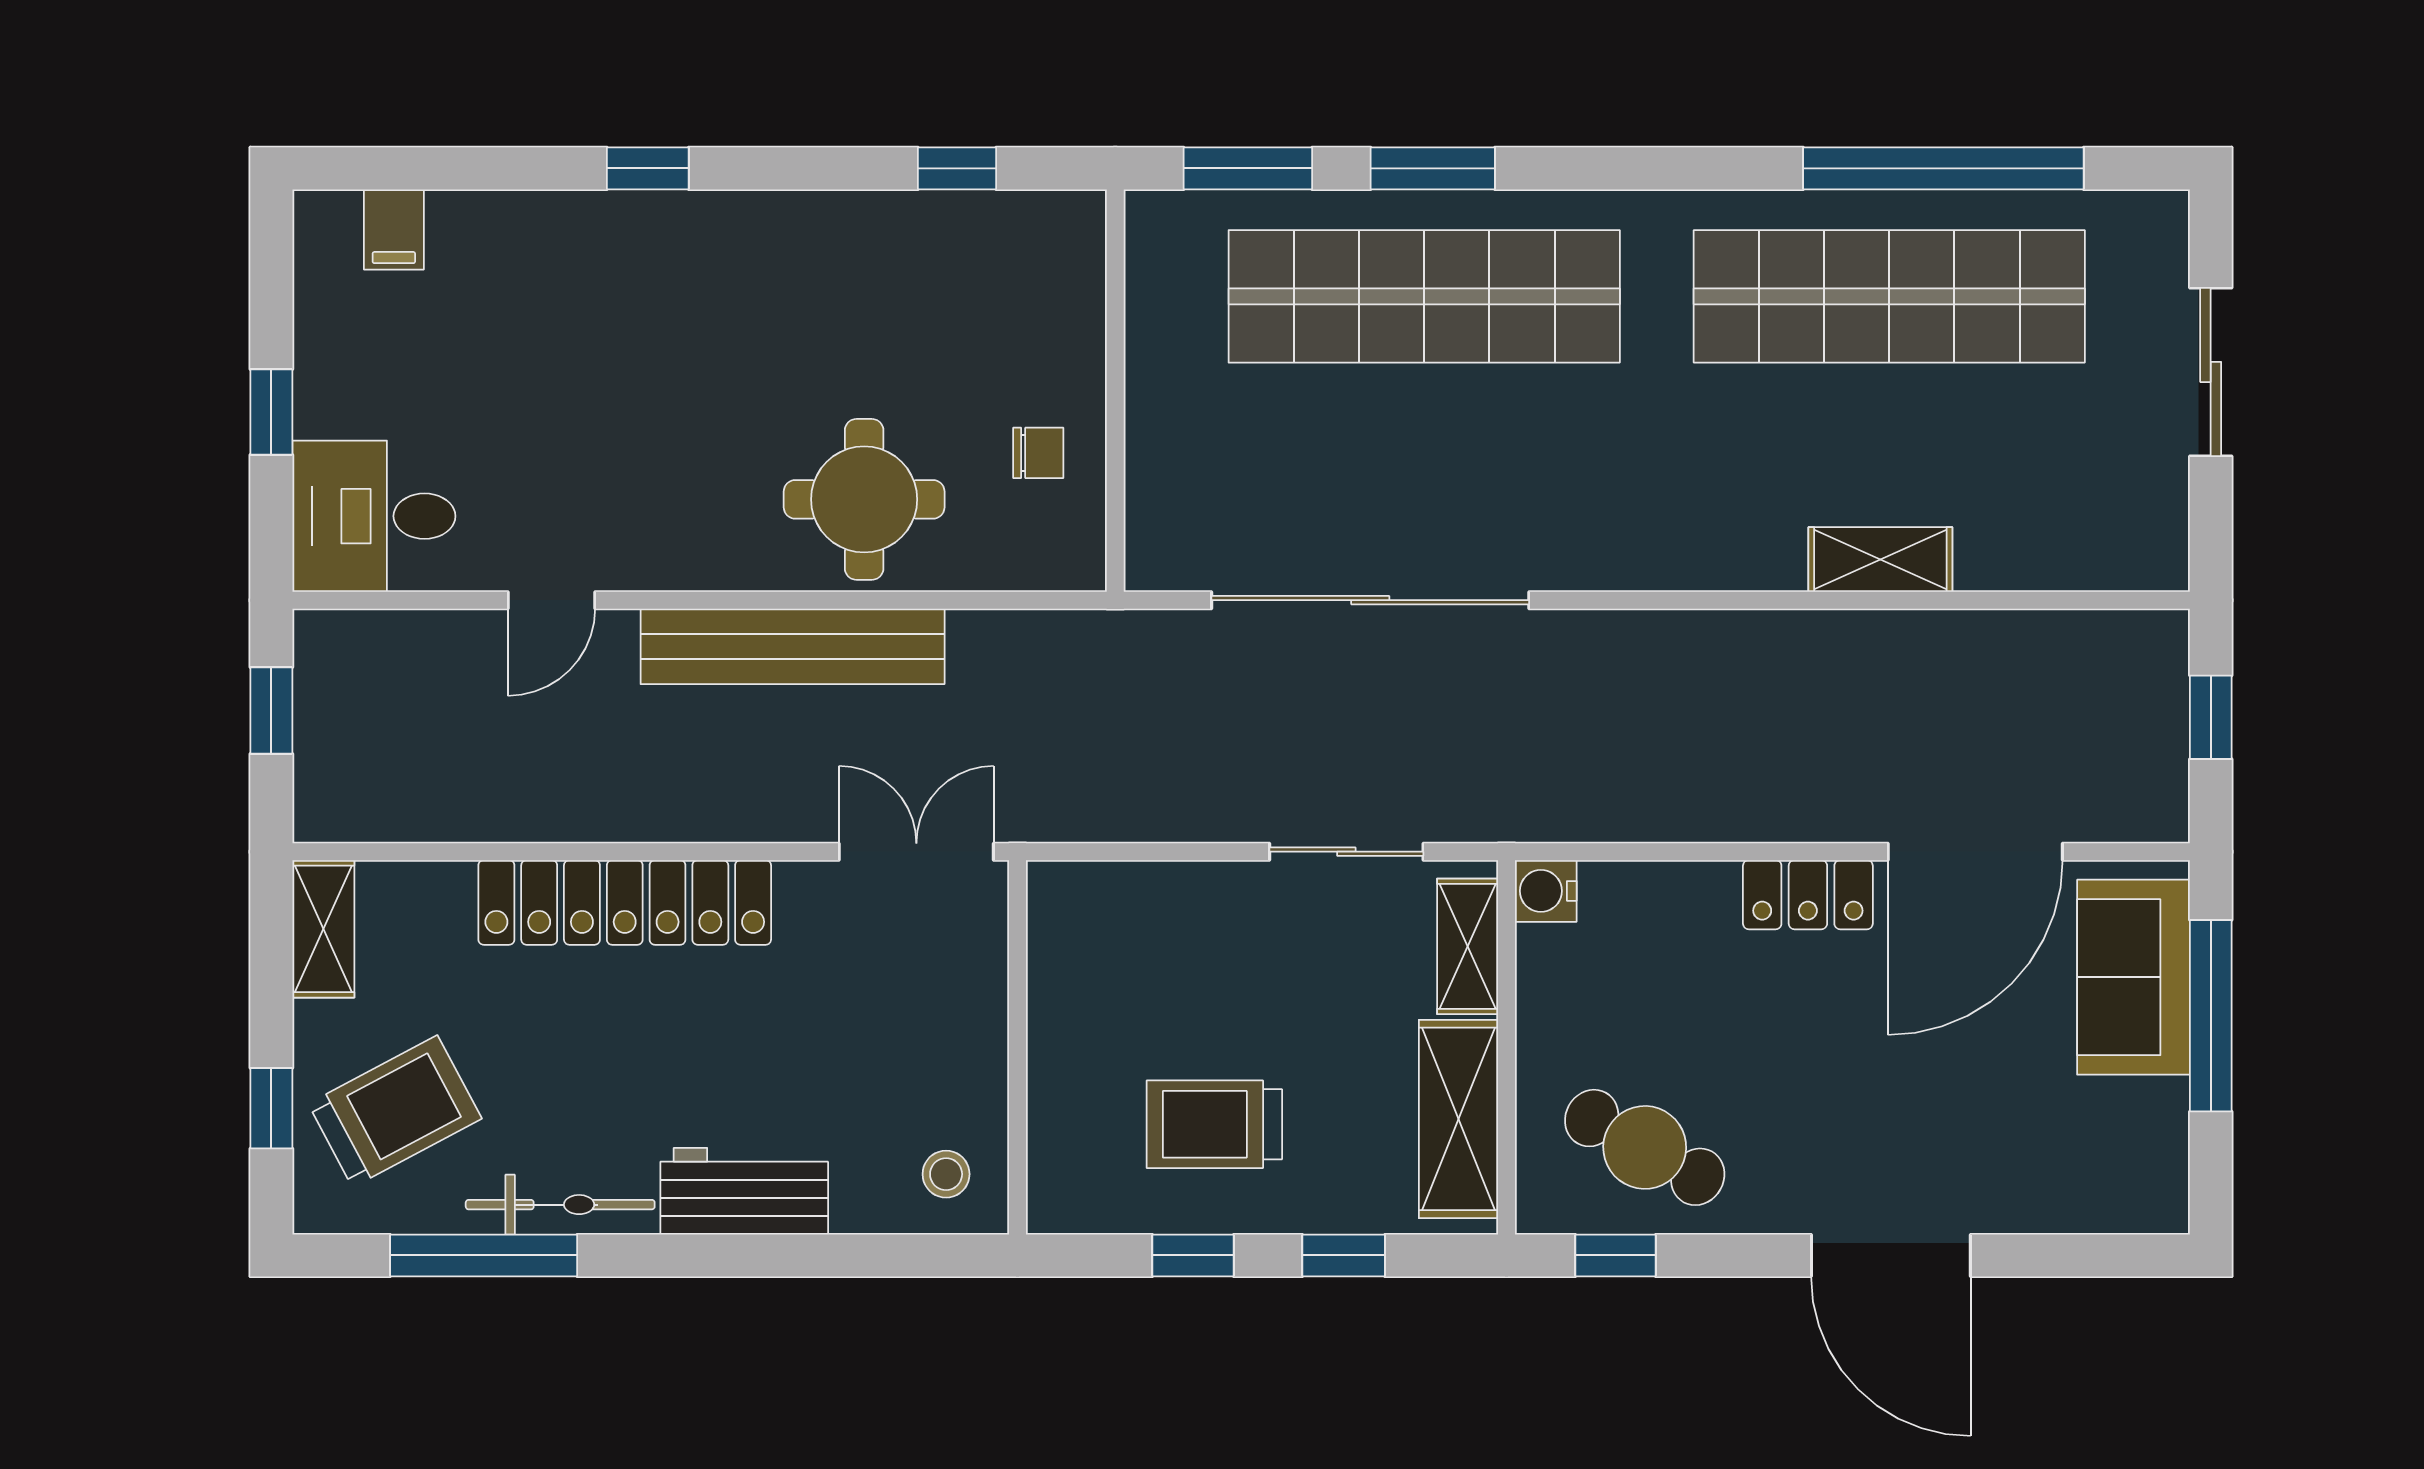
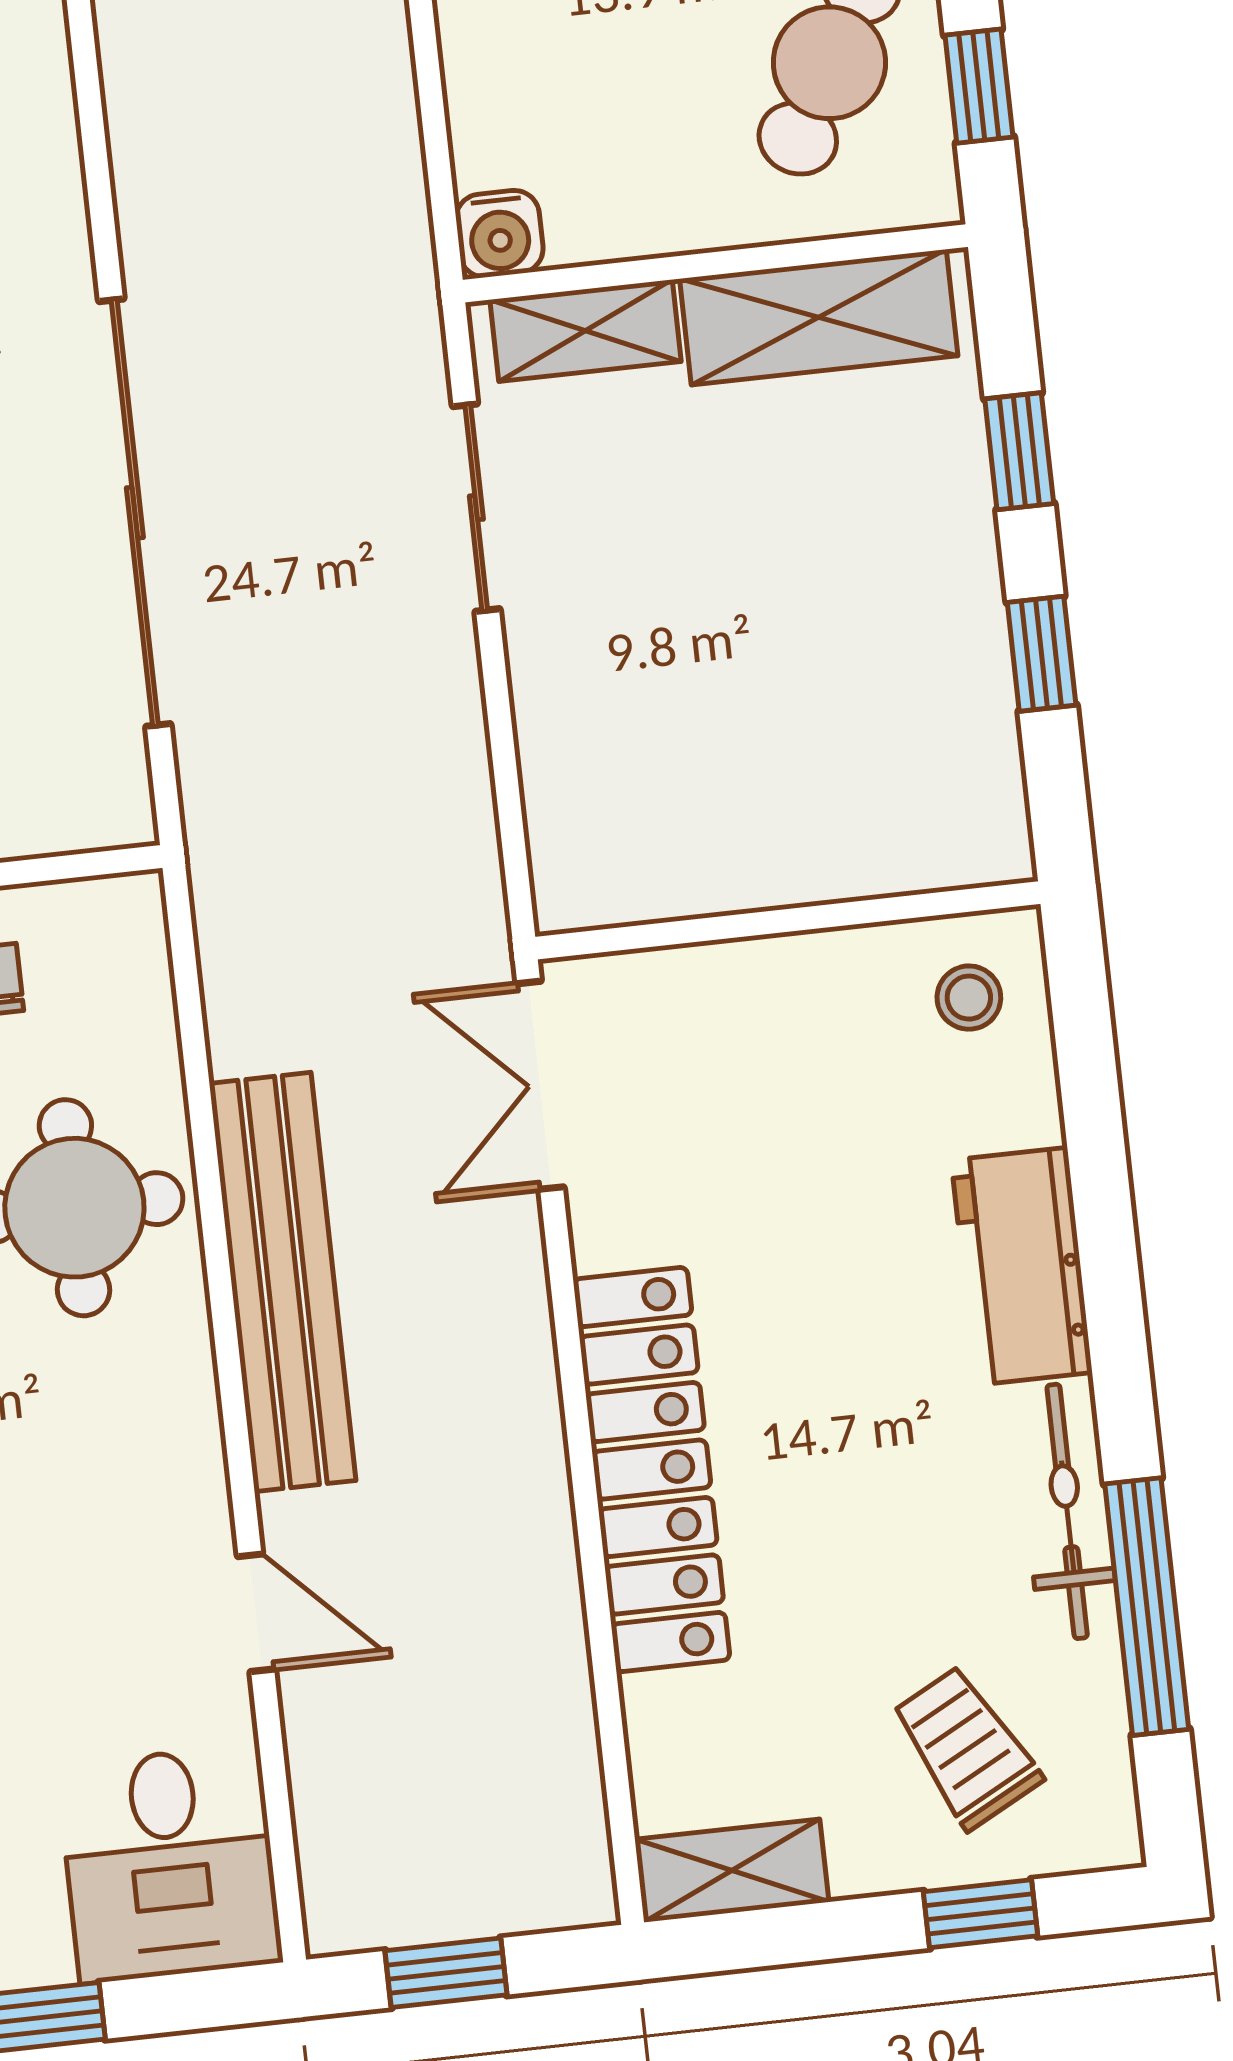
trolley: (395, 1111) -> (966, 1747), width x0.73, depth x0.72
trolley: (1214, 1124) -> (862, 644), removed

